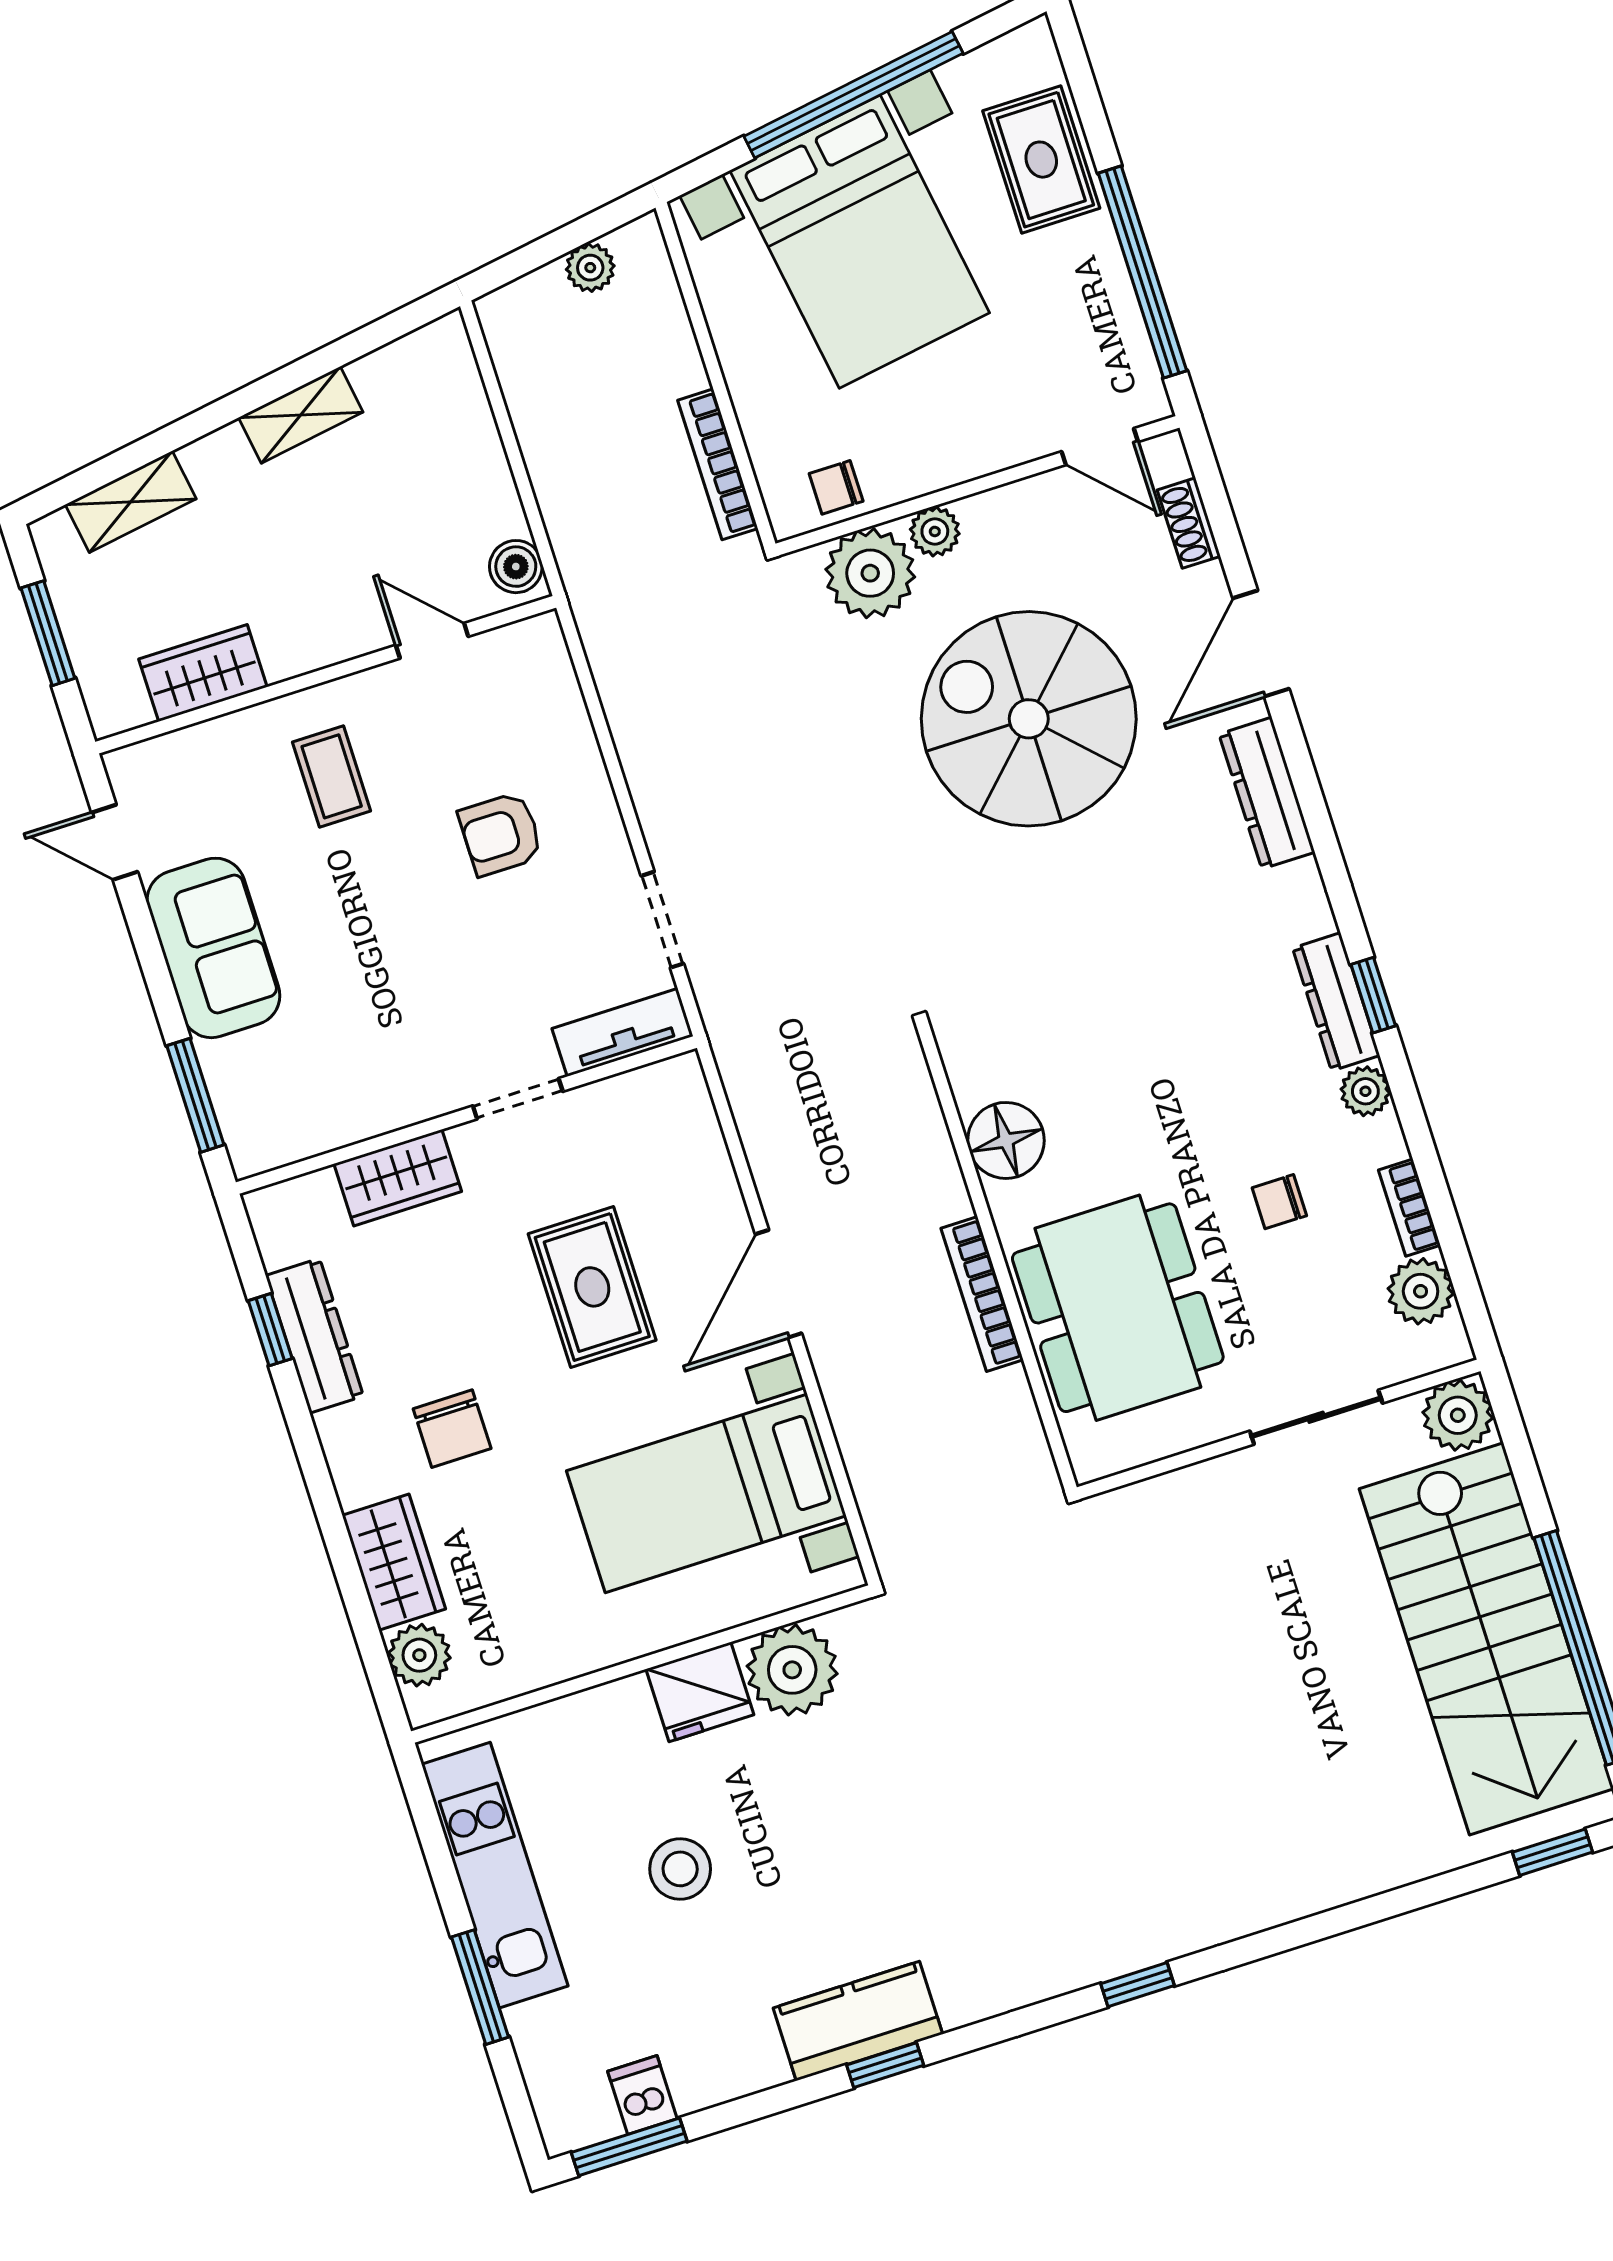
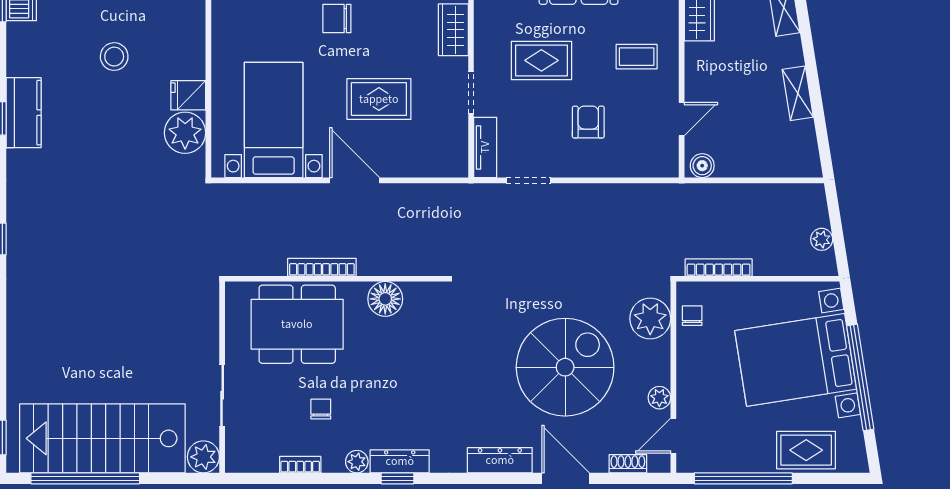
plant: (935, 531) -> (659, 398), moved
rug: (403, 973) -> (541, 60), added
plant: (1421, 1291) -> (262, 458), removed
fridge: (700, 1692) -> (188, 95), width x0.72

